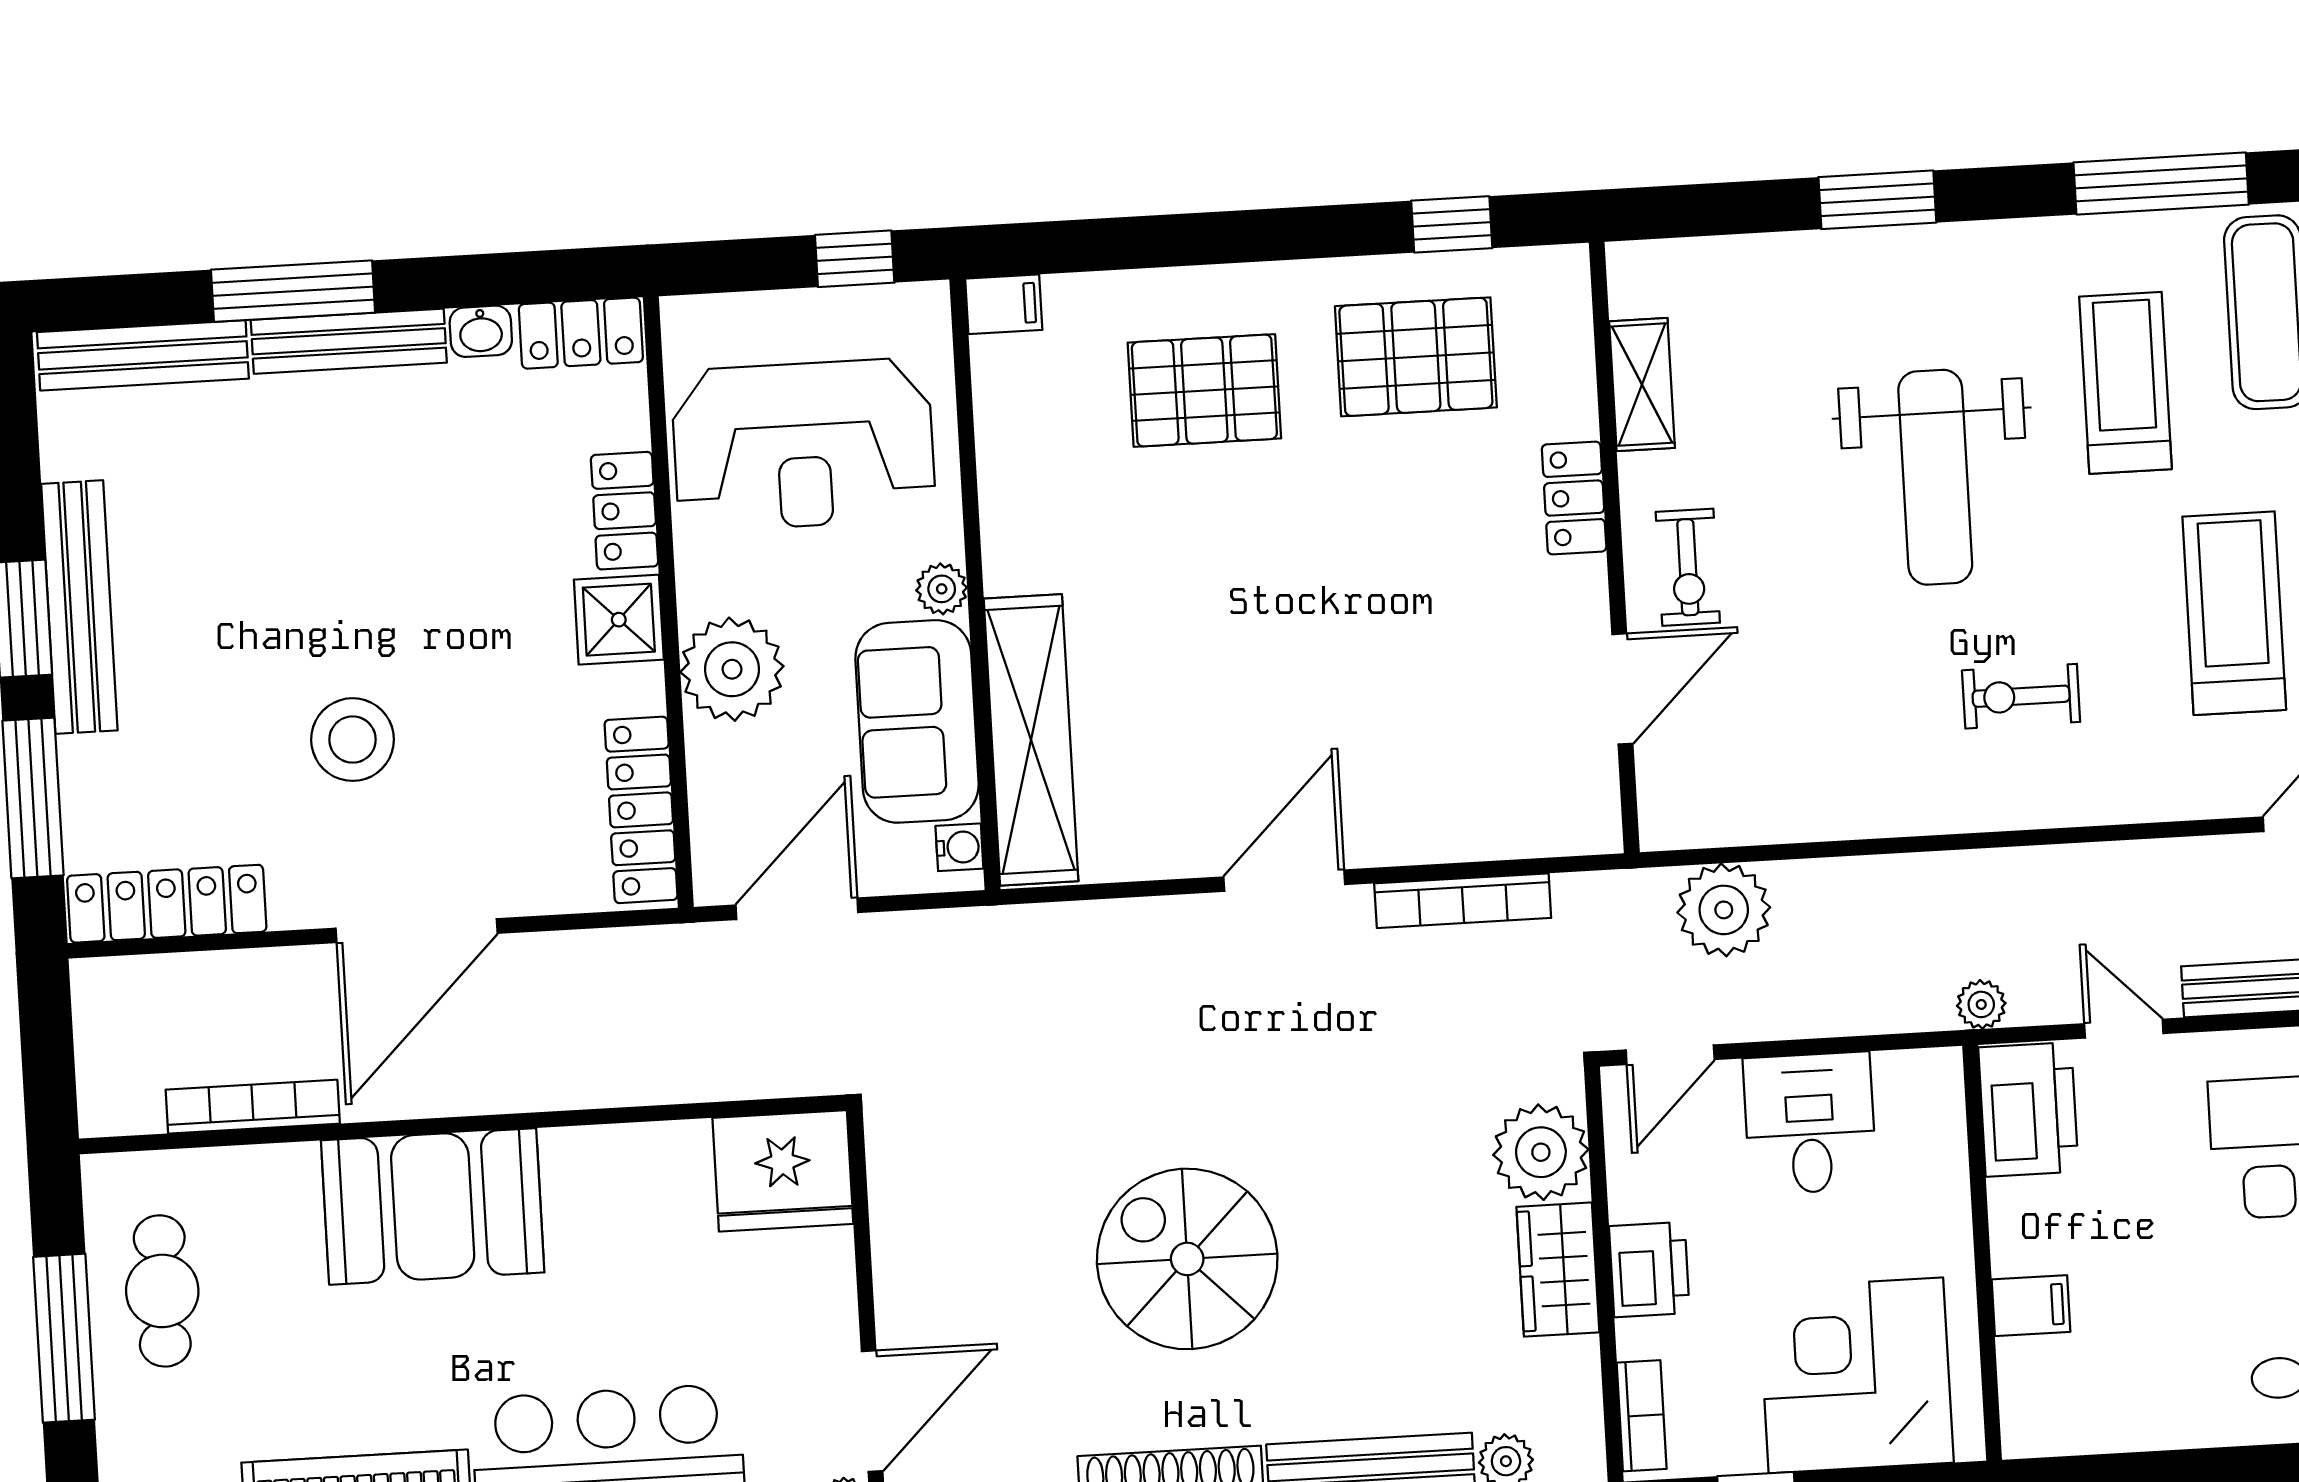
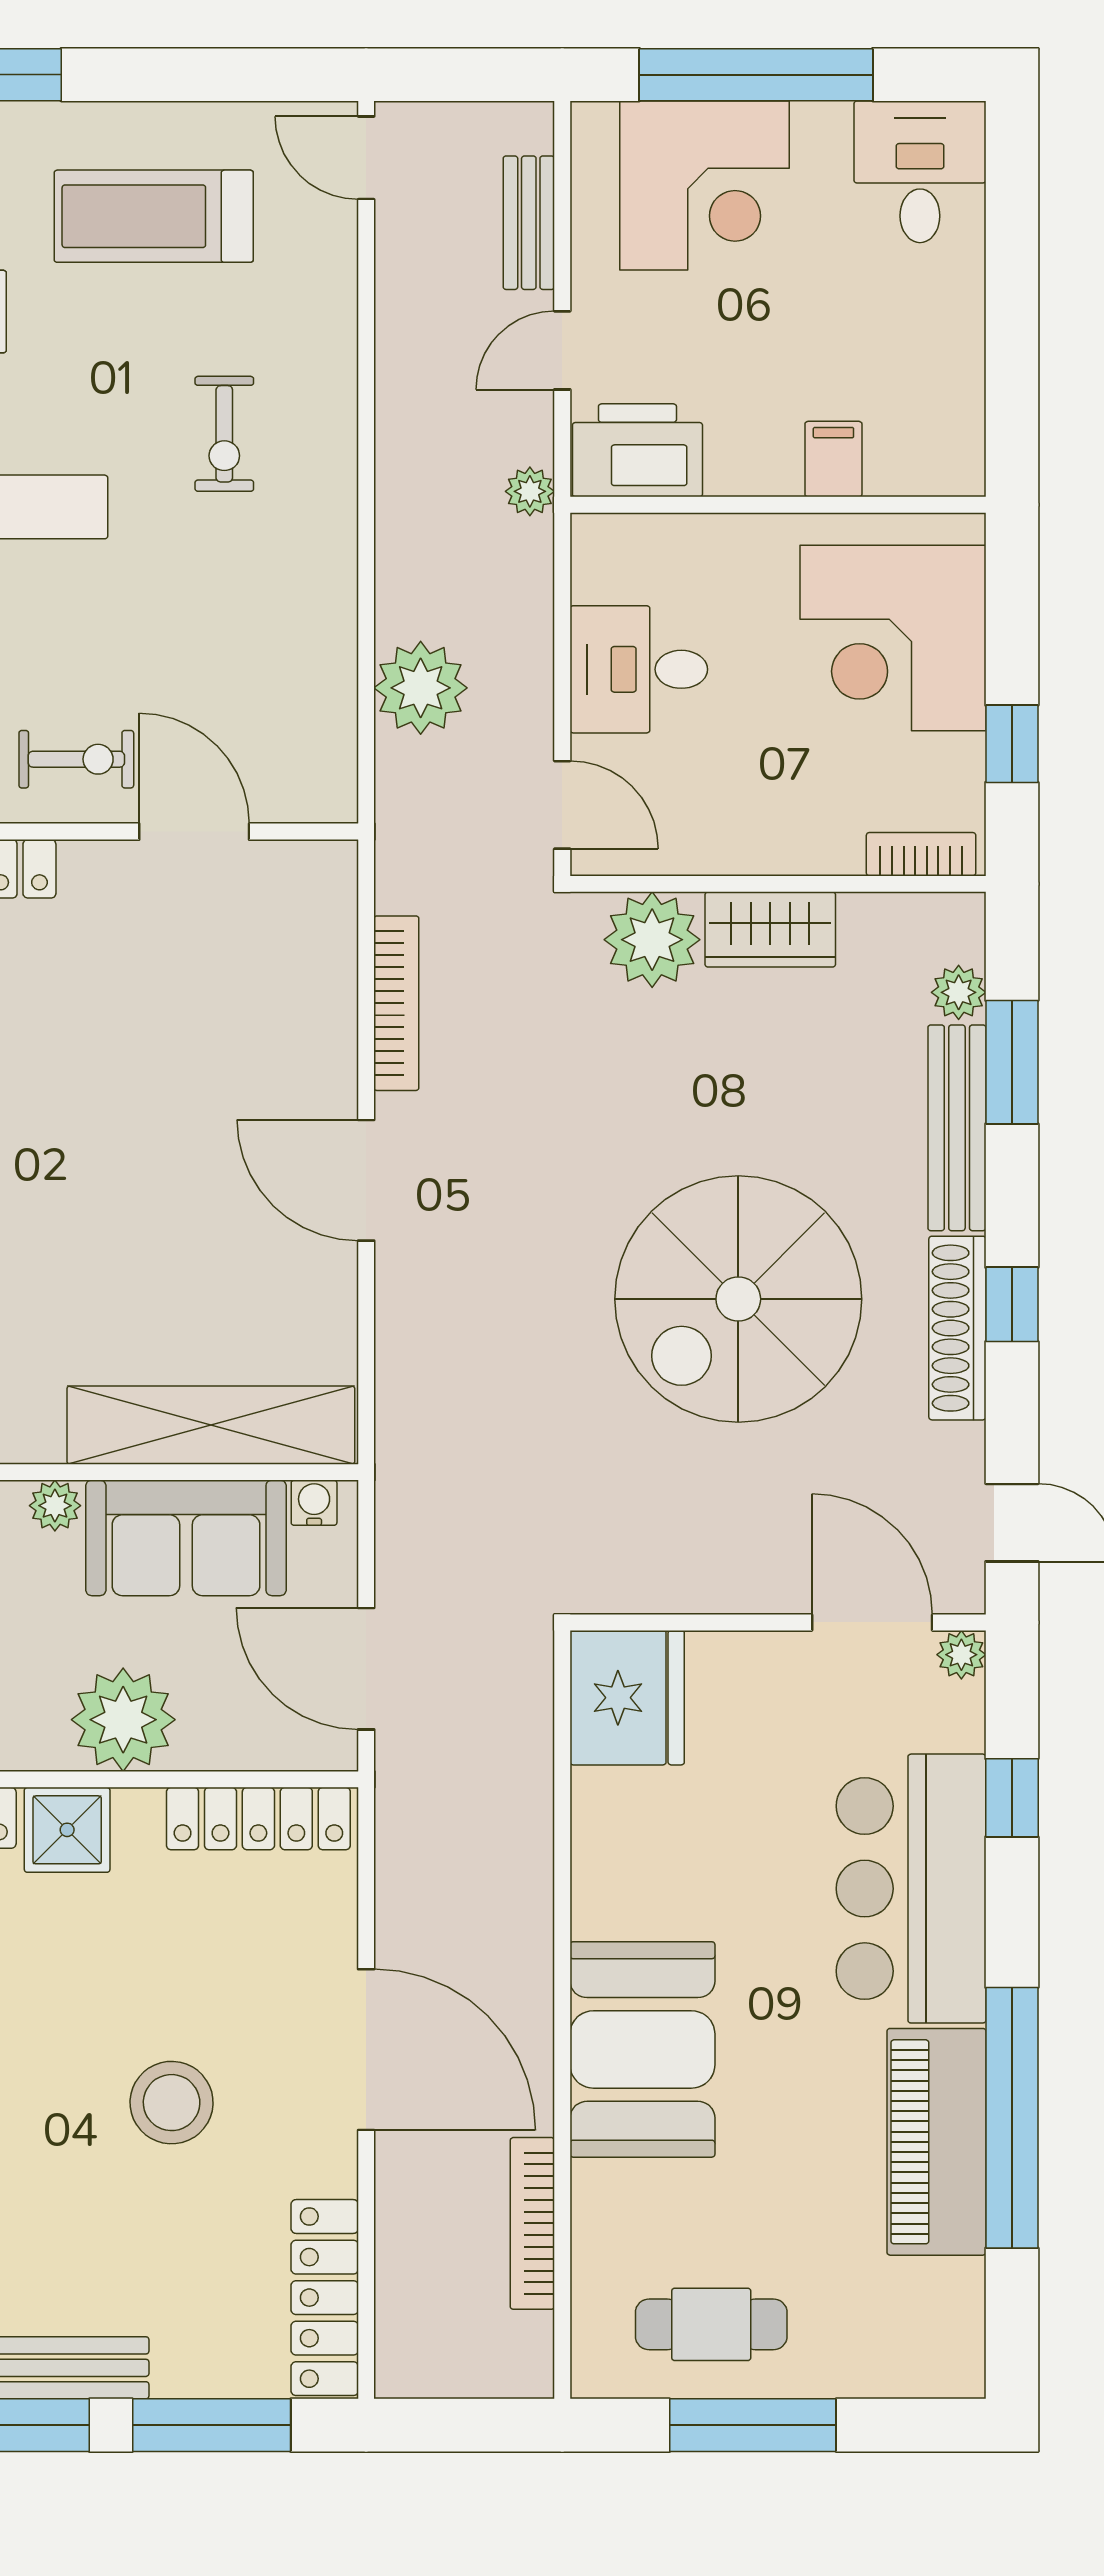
plant: (1724, 910) -> (421, 688), moved
spiral stairs: (1187, 1259) -> (738, 1299), width x1.37, depth x1.37
printer: (1649, 1270) -> (775, 838), removed

